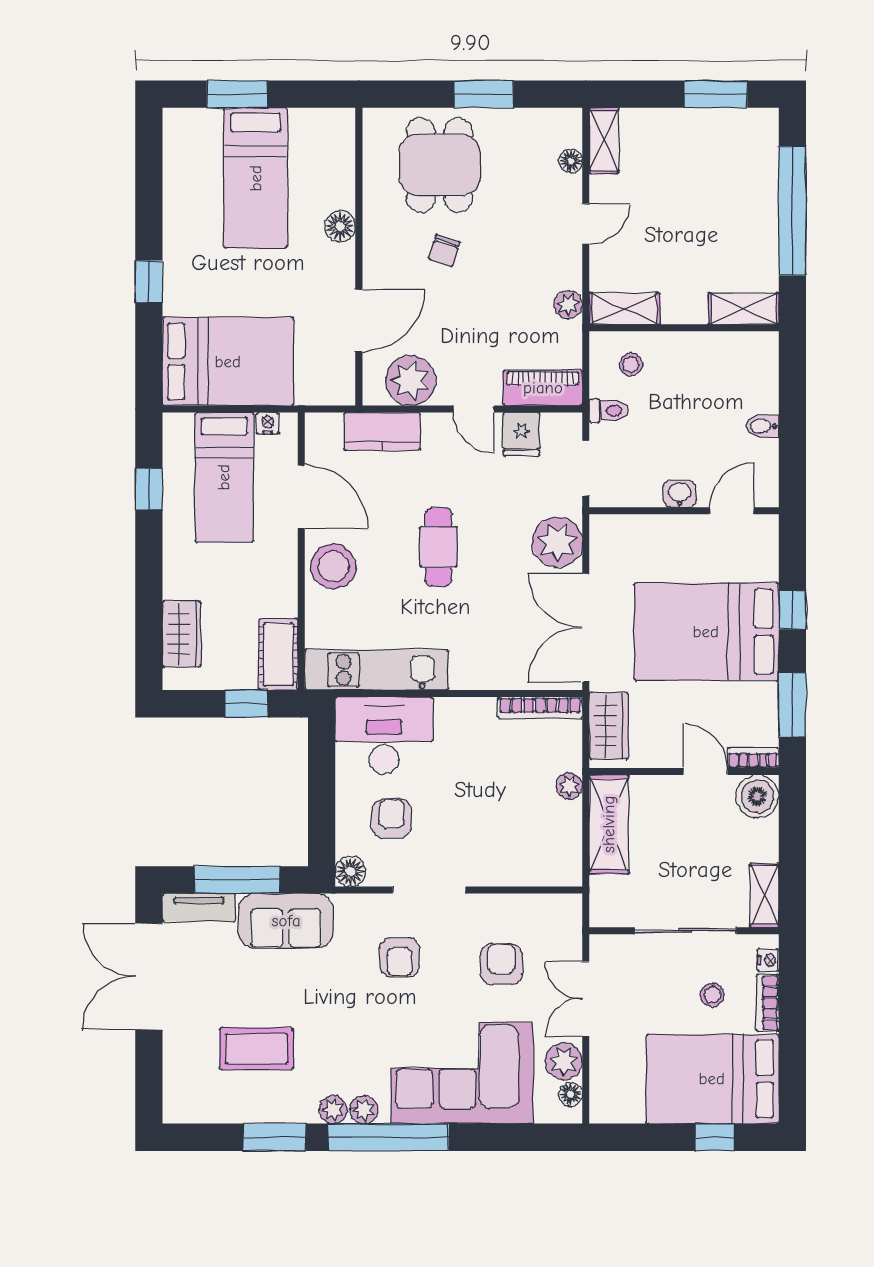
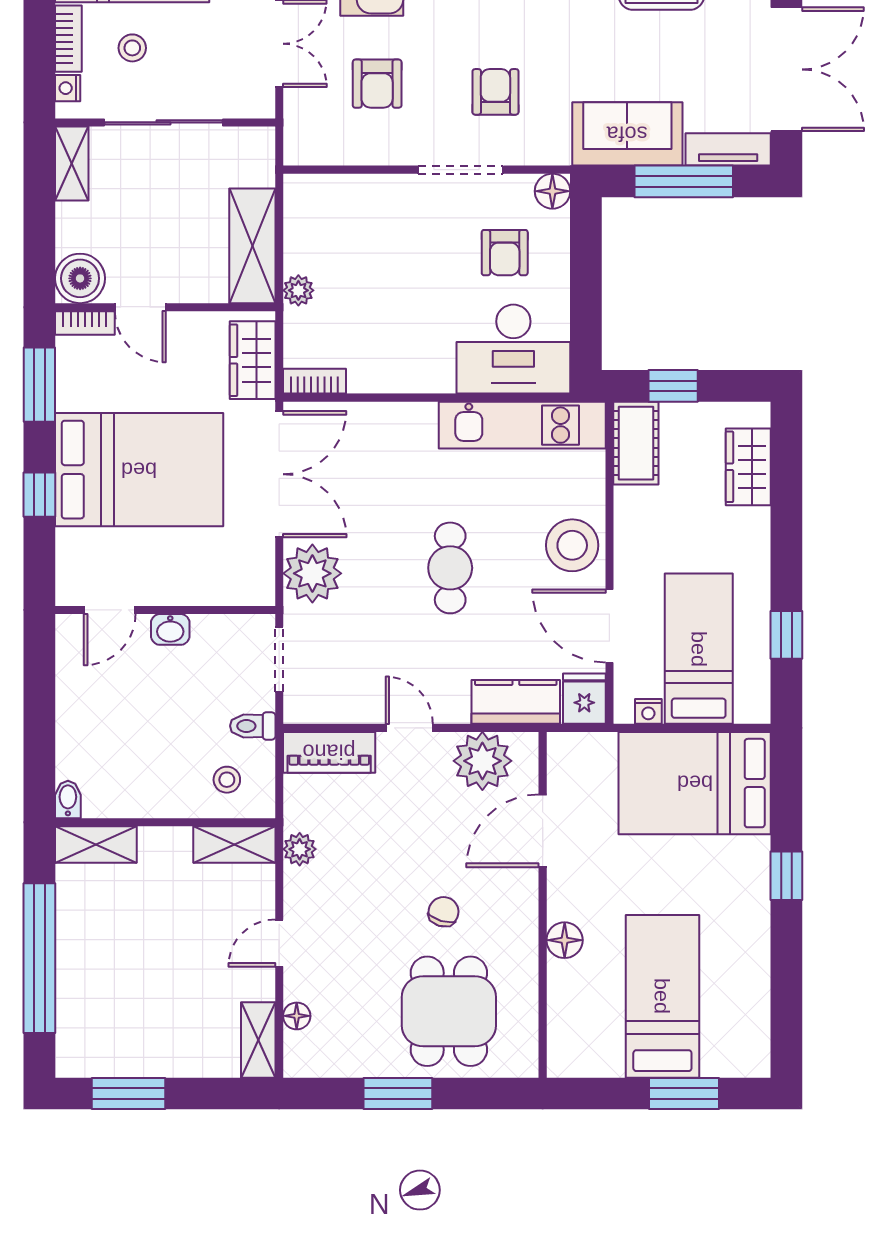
bidet: (763, 426) -> (68, 800), moved, turned -90
fridge: (521, 434) -> (584, 699), moved
bookcase: (540, 708) -> (315, 381), width x0.64

